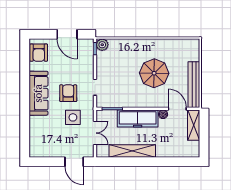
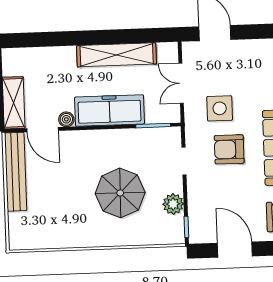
plant: (102, 45) -> (173, 204), moved
parasol: (154, 73) -> (120, 193), moved
armchair: (68, 93) -> (229, 149), turned 90

